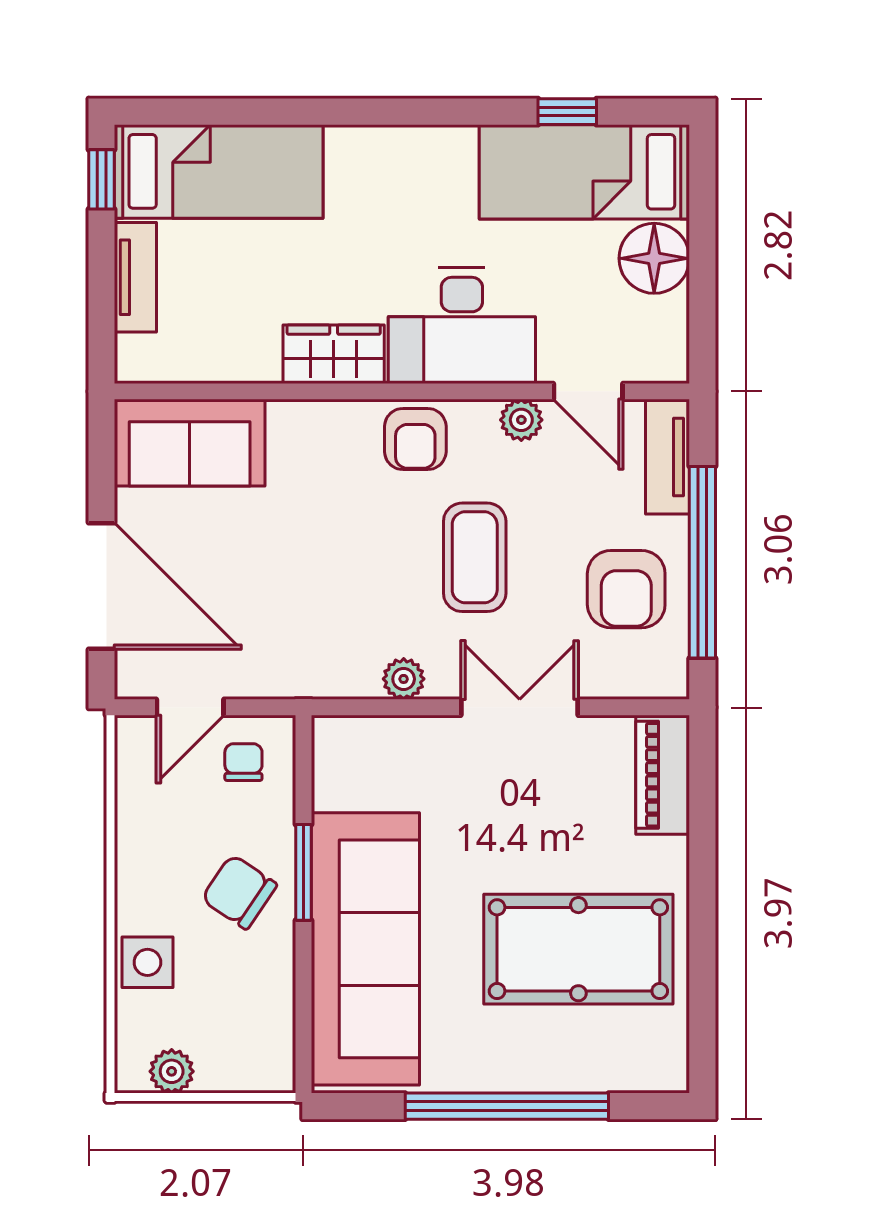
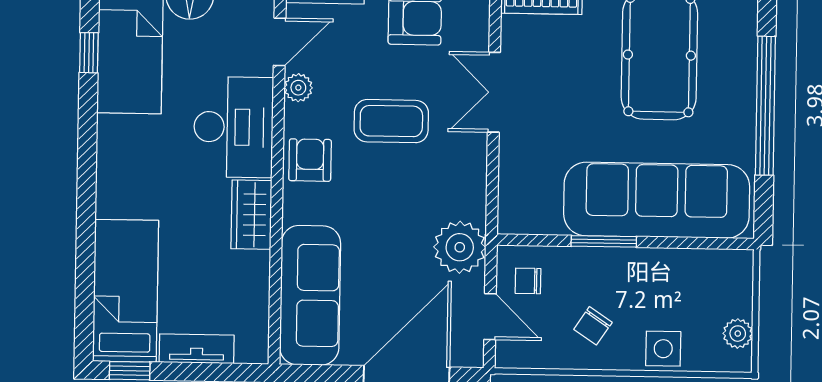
armchair: (415, 439) -> (310, 160), turned -90
sofa: (190, 443) -> (310, 295), width x1.36
plant: (404, 679) -> (460, 247), moved, width x1.88, depth x1.88
chair: (239, 892) -> (593, 326), moved, width x0.73, depth x0.73

